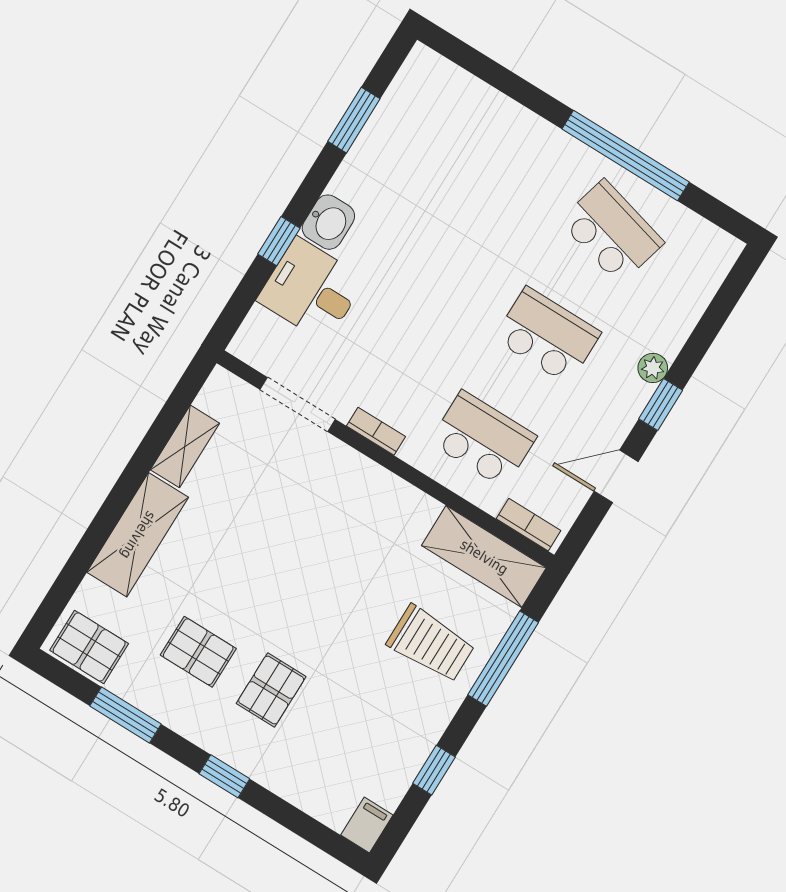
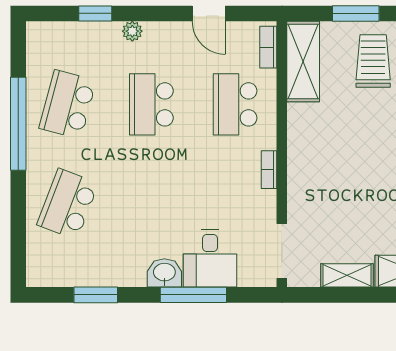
school desk: (488, 155) -> (68, 204), added
window: (279, 241) -> (193, 295), width x2.17
doorway: (297, 404) -> (282, 251), moved
window: (661, 405) -> (95, 13), moved
window: (503, 659) -> (356, 13), width x0.69

